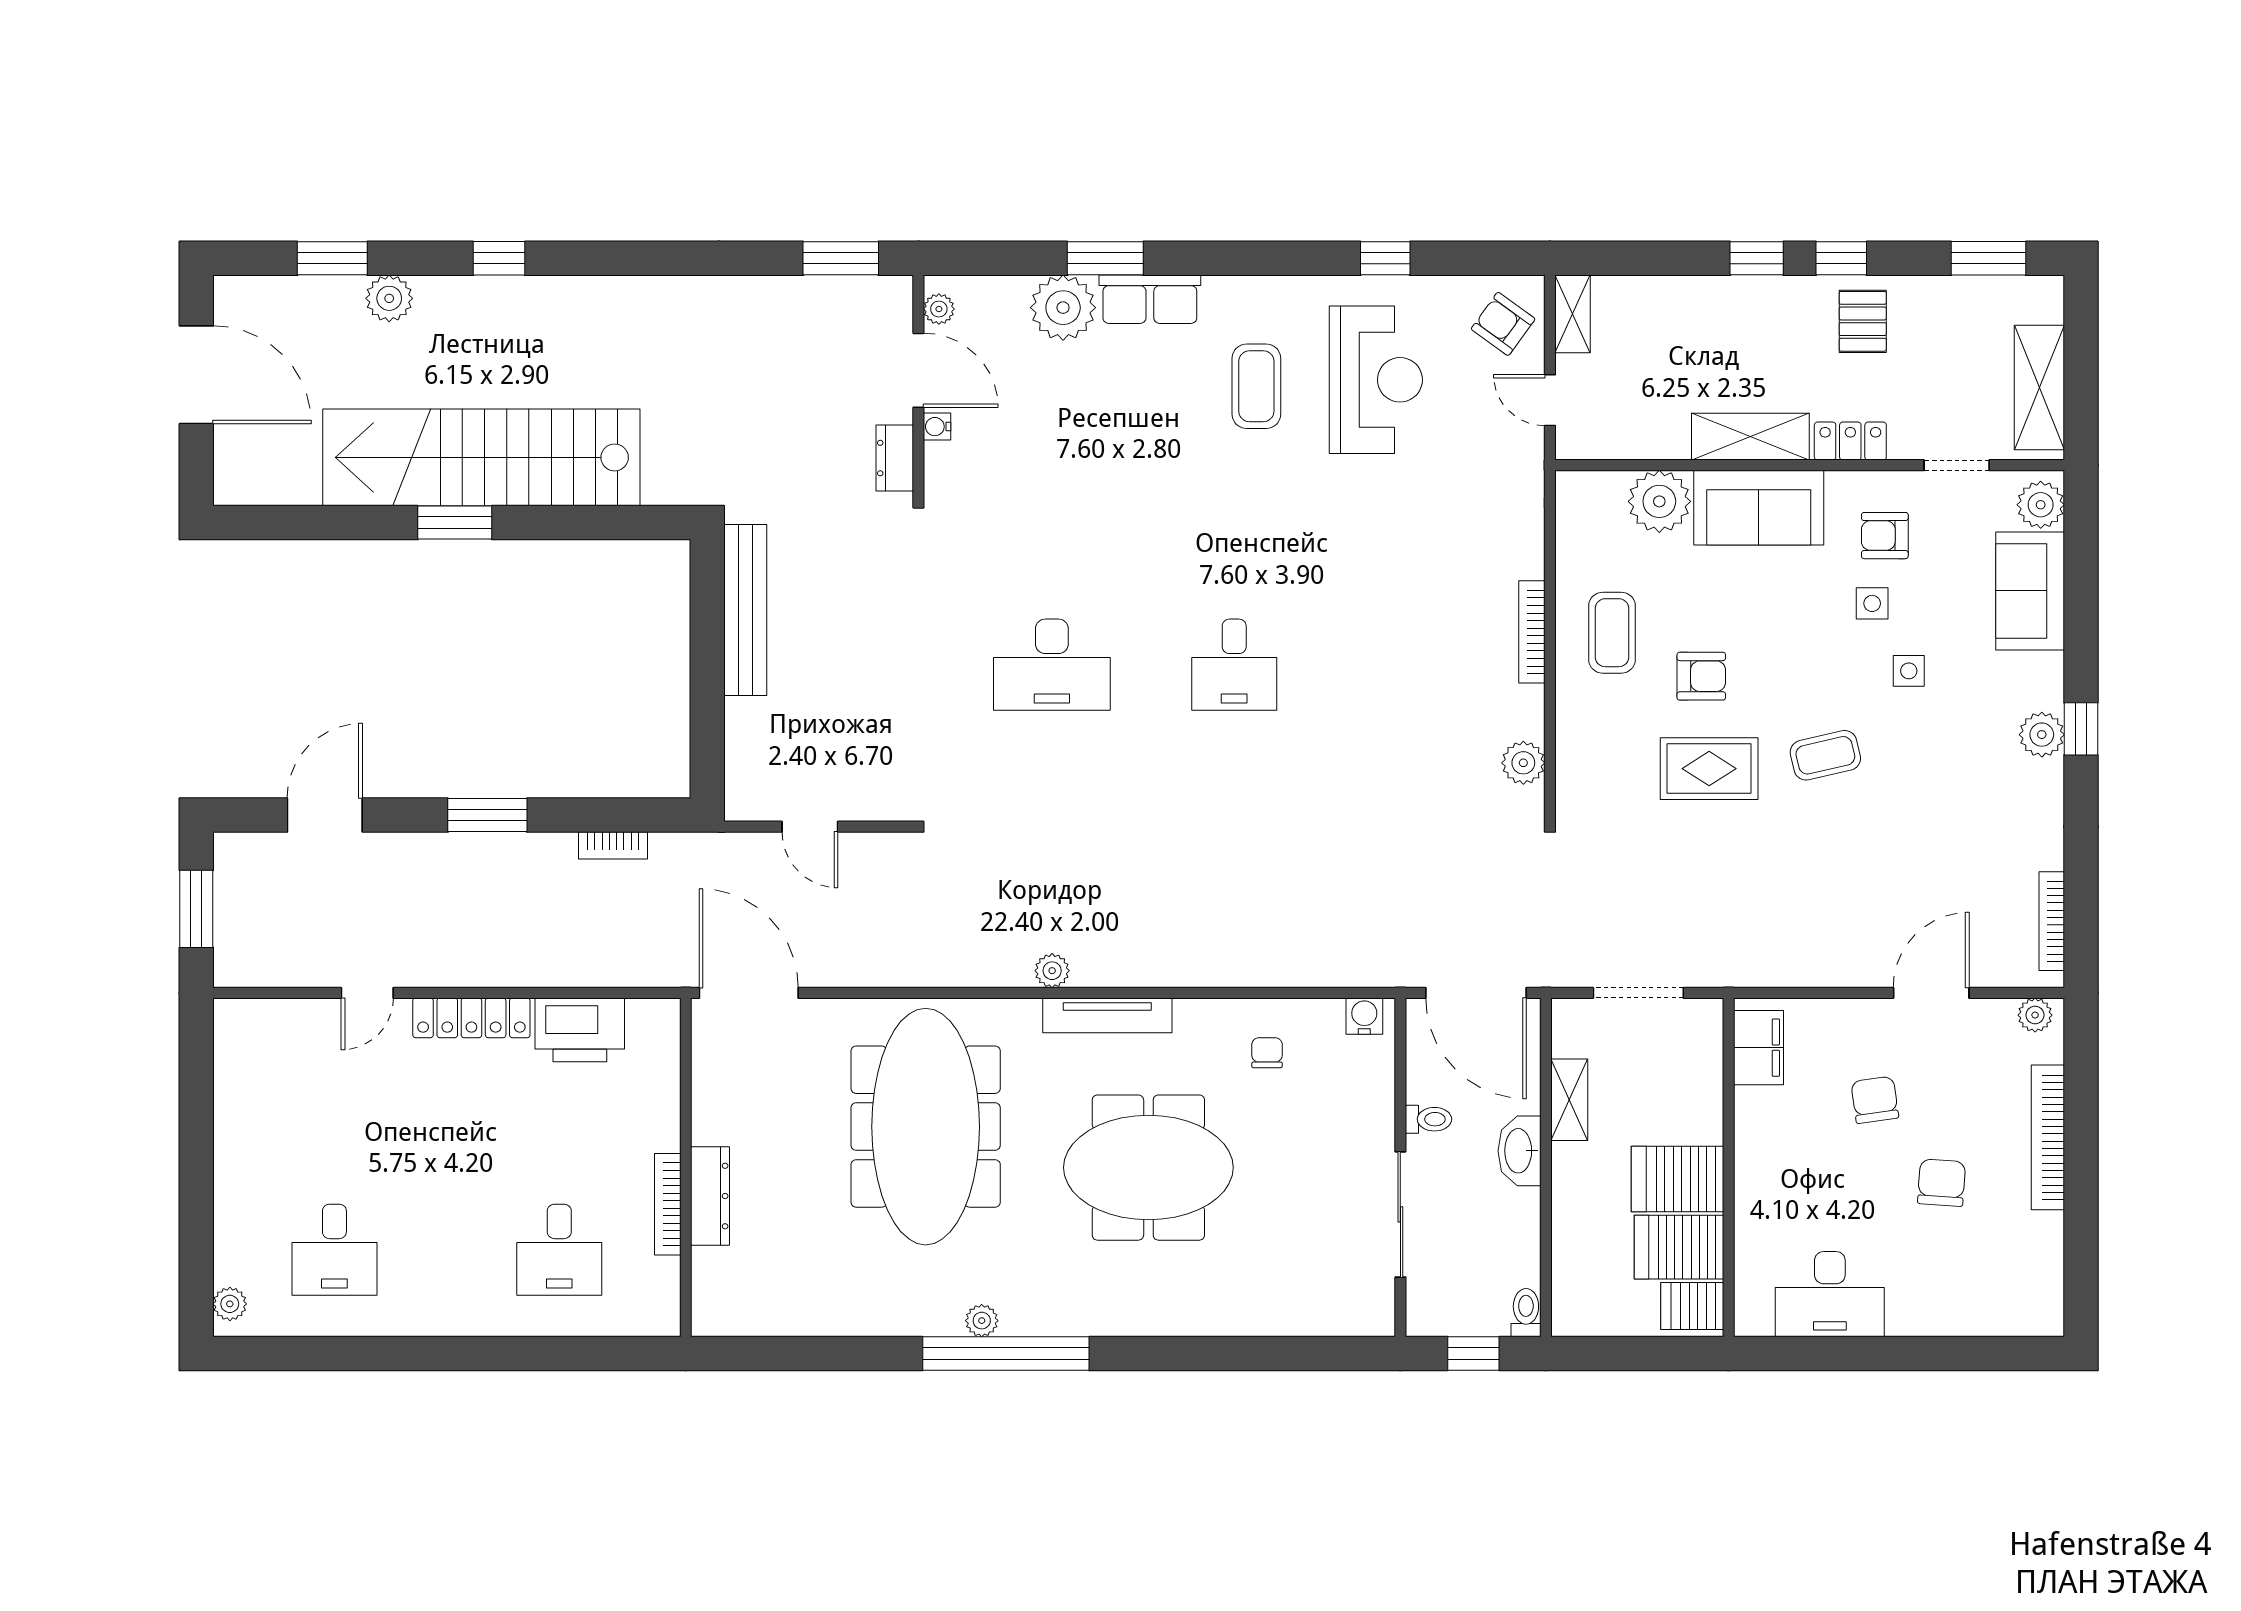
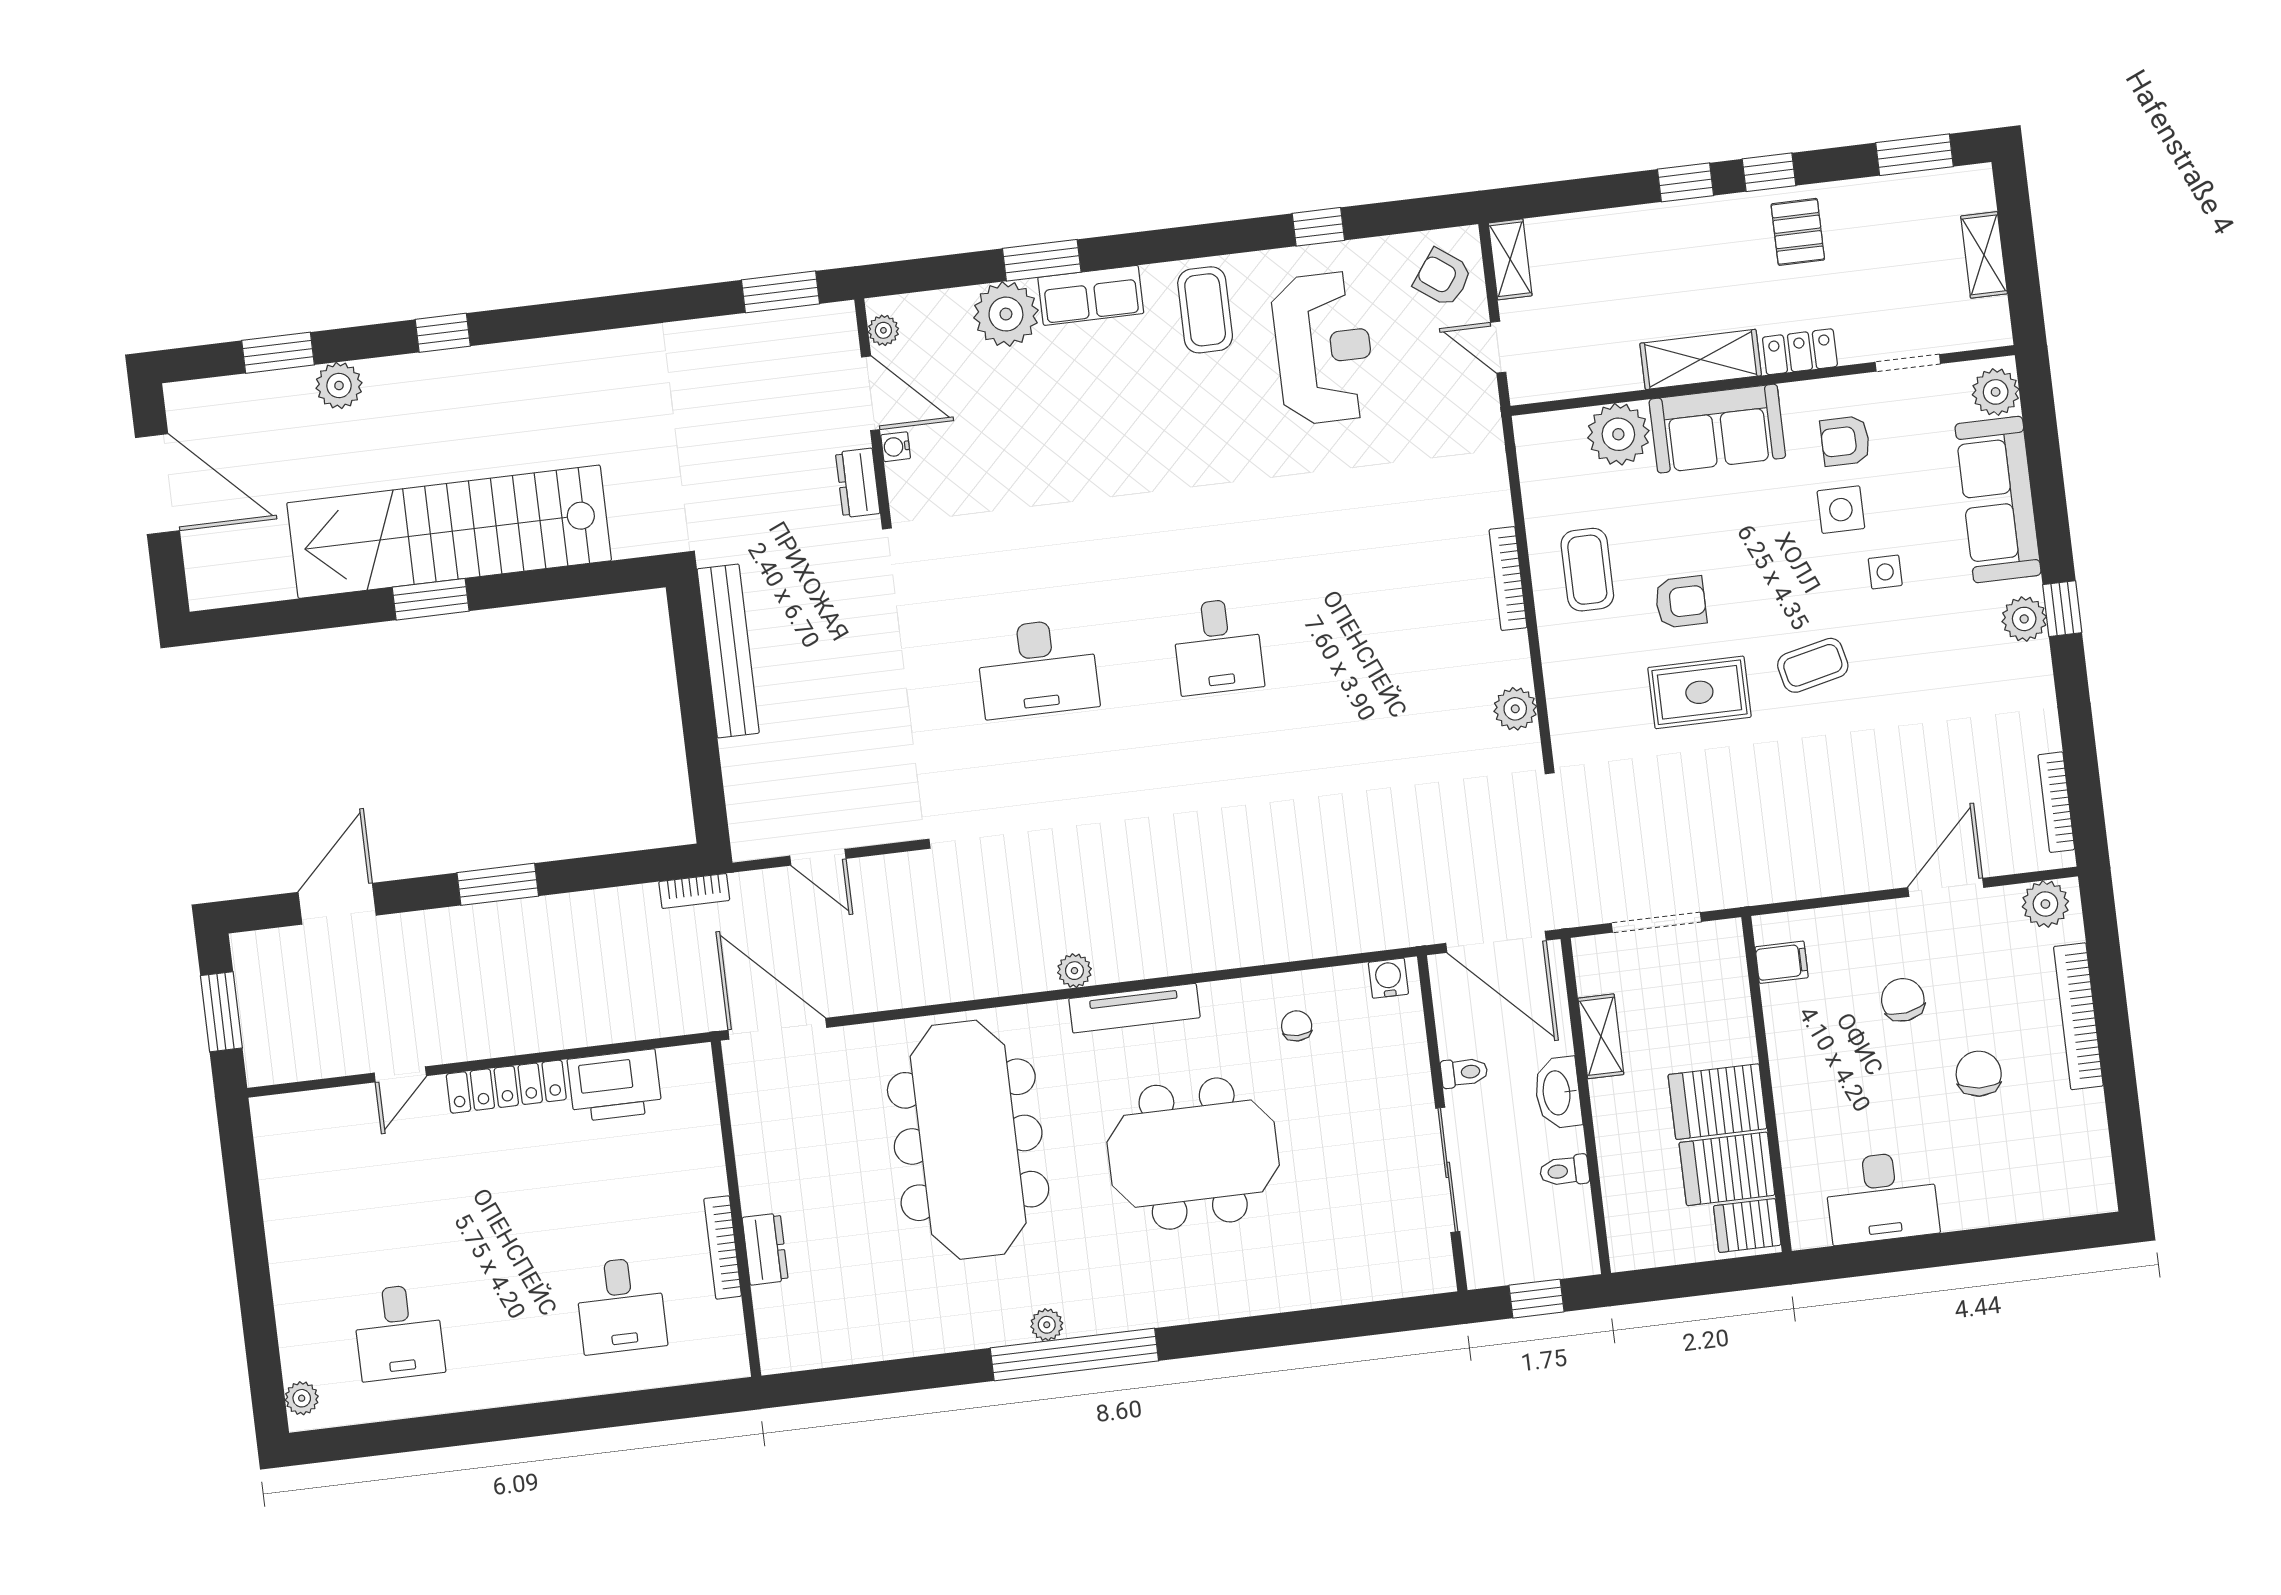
coffee table: (1256, 386) -> (1205, 310), moved
shelving: (2039, 387) -> (1984, 255), width x0.67, depth x0.75
sofa: (2030, 591) -> (1998, 500), width x1.36
side table: (1872, 603) -> (1841, 510), width x1.37, depth x1.37
bookcase: (613, 845) -> (694, 891), moved
plant: (2035, 1015) -> (2045, 904), width x1.38, depth x1.38
filing cabinet: (1758, 1048) -> (1782, 962), width x0.50
dresser: (710, 1196) -> (765, 1249), width x0.70
toilet: (1526, 1313) -> (1564, 1171), moved, turned -90

